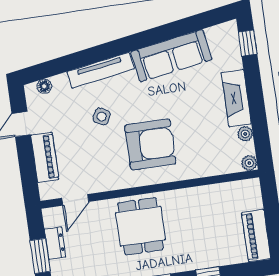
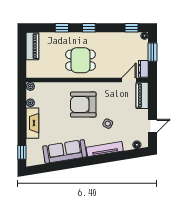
piano: (45, 157) -> (142, 95), moved
dining table: (141, 226) -> (80, 60), moved, turned 90
dresser: (55, 243) -> (143, 69), moved

